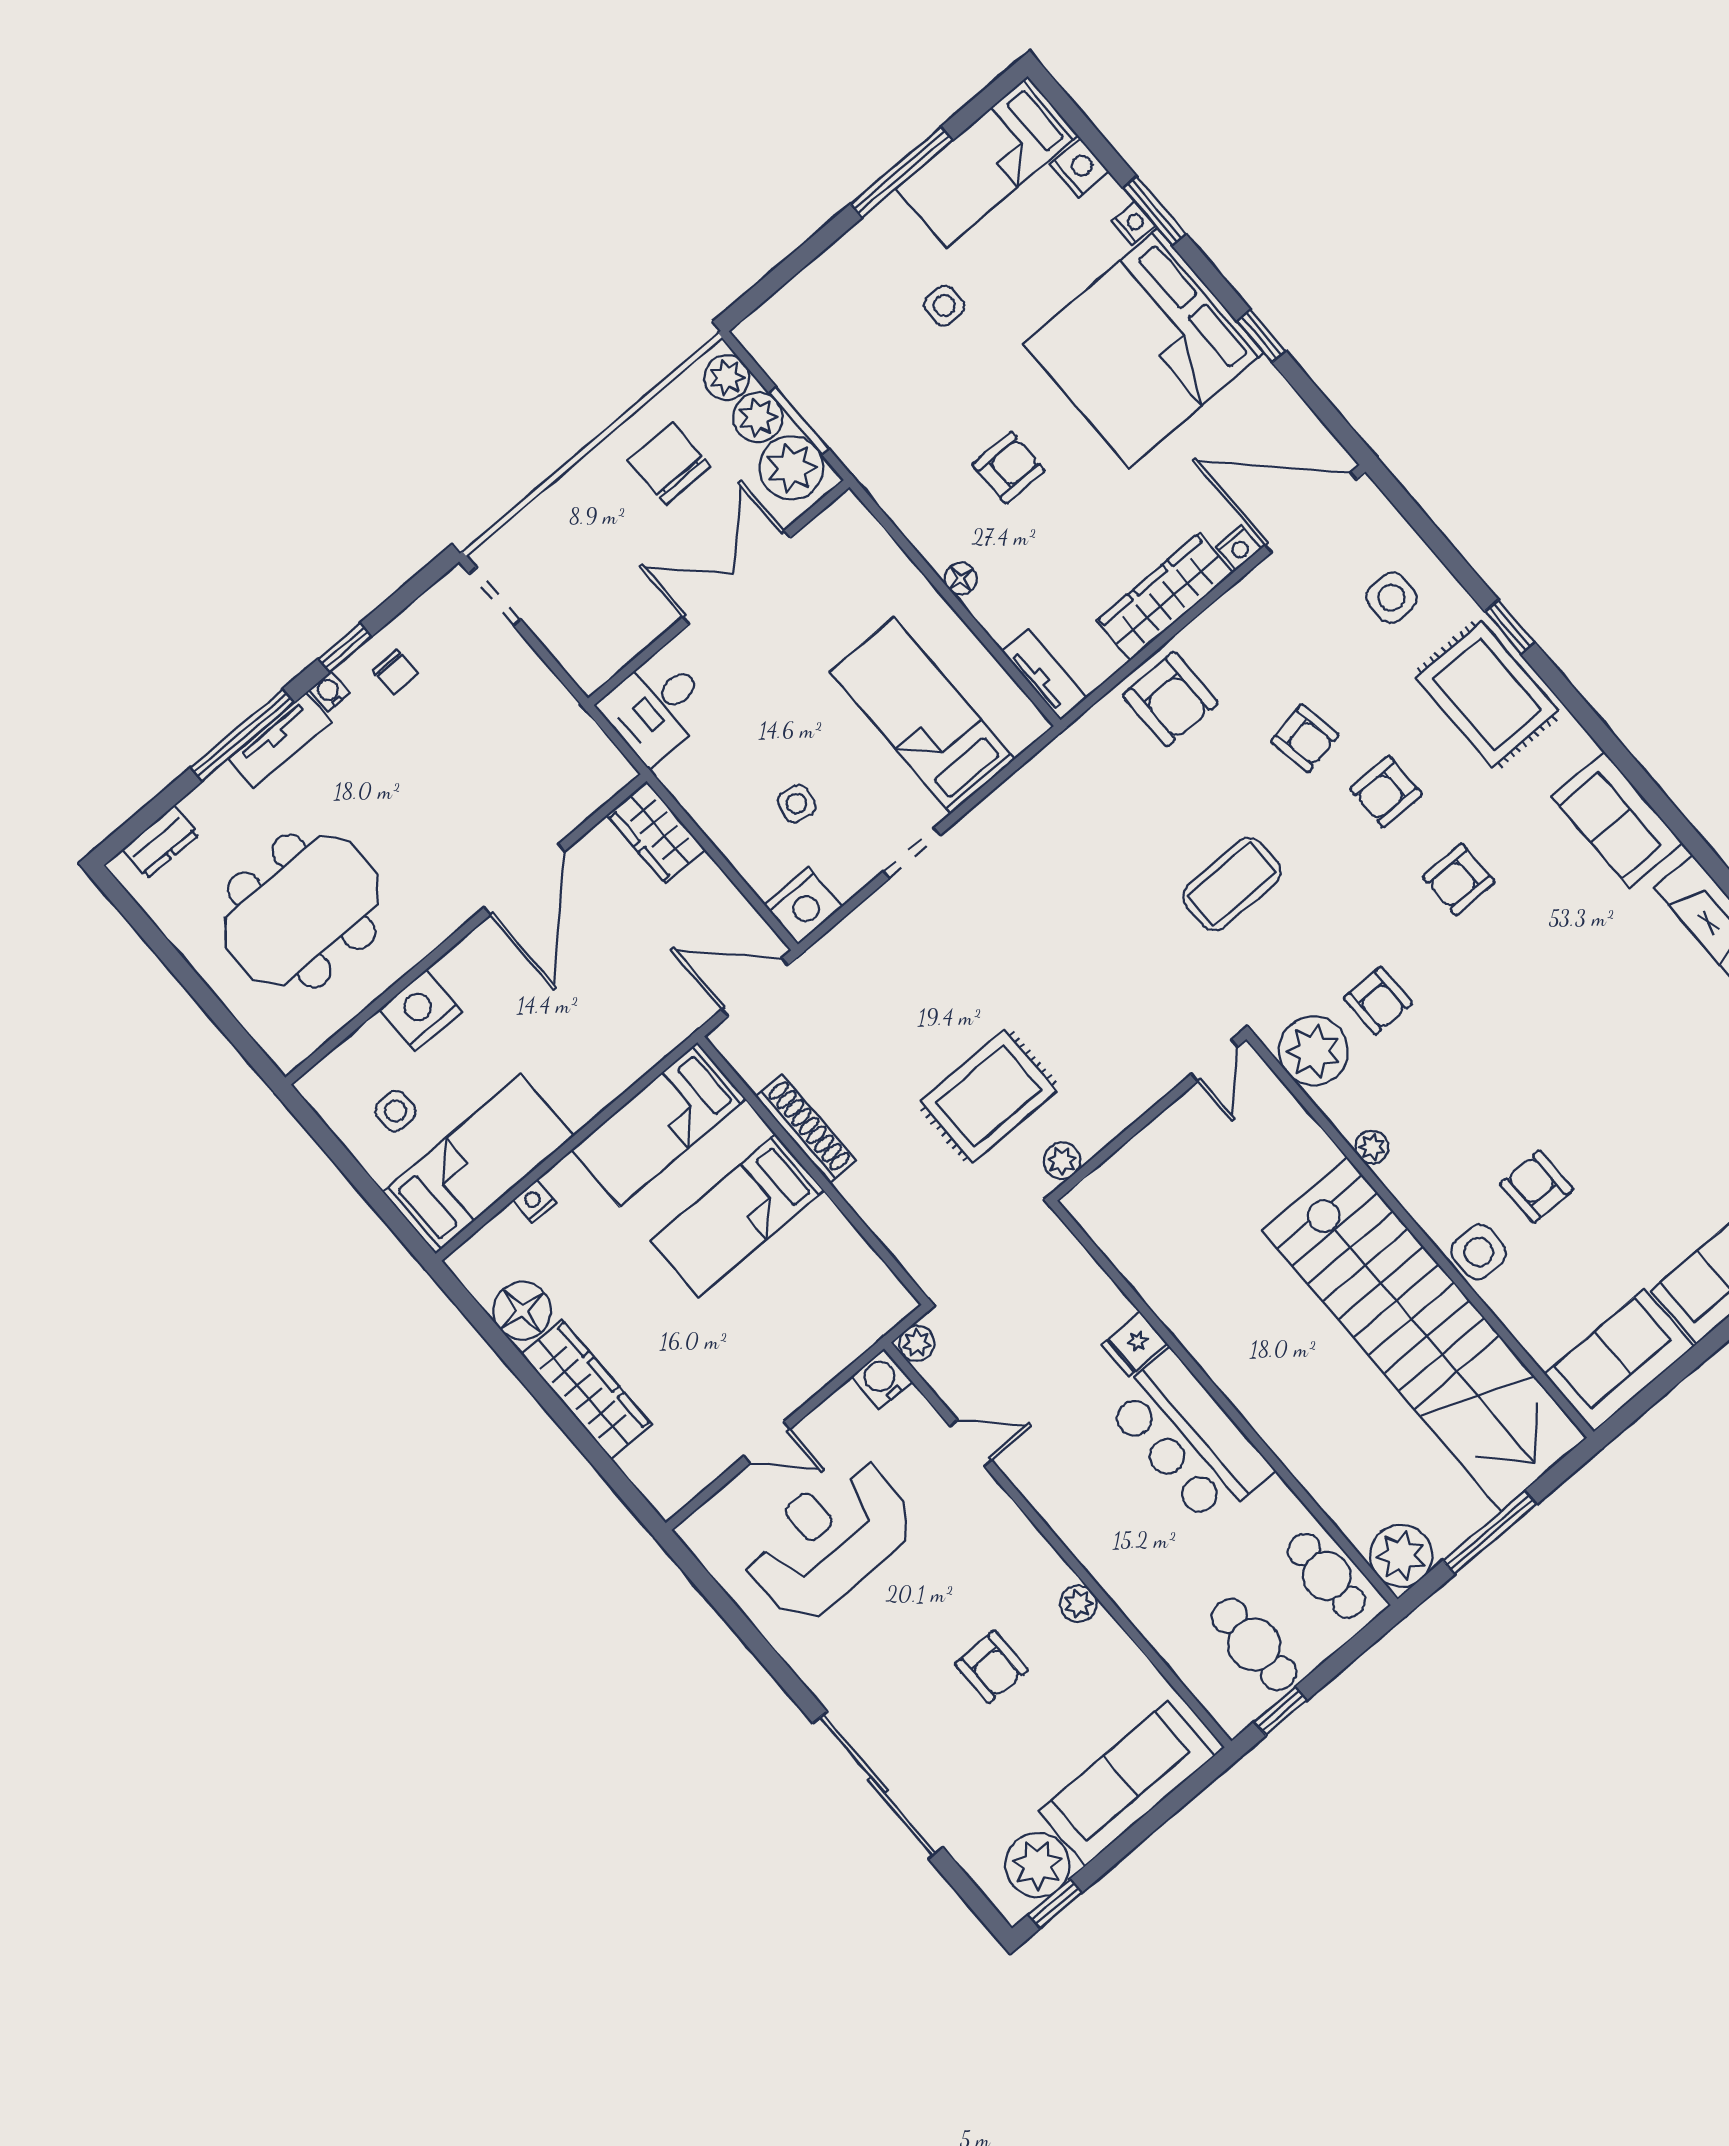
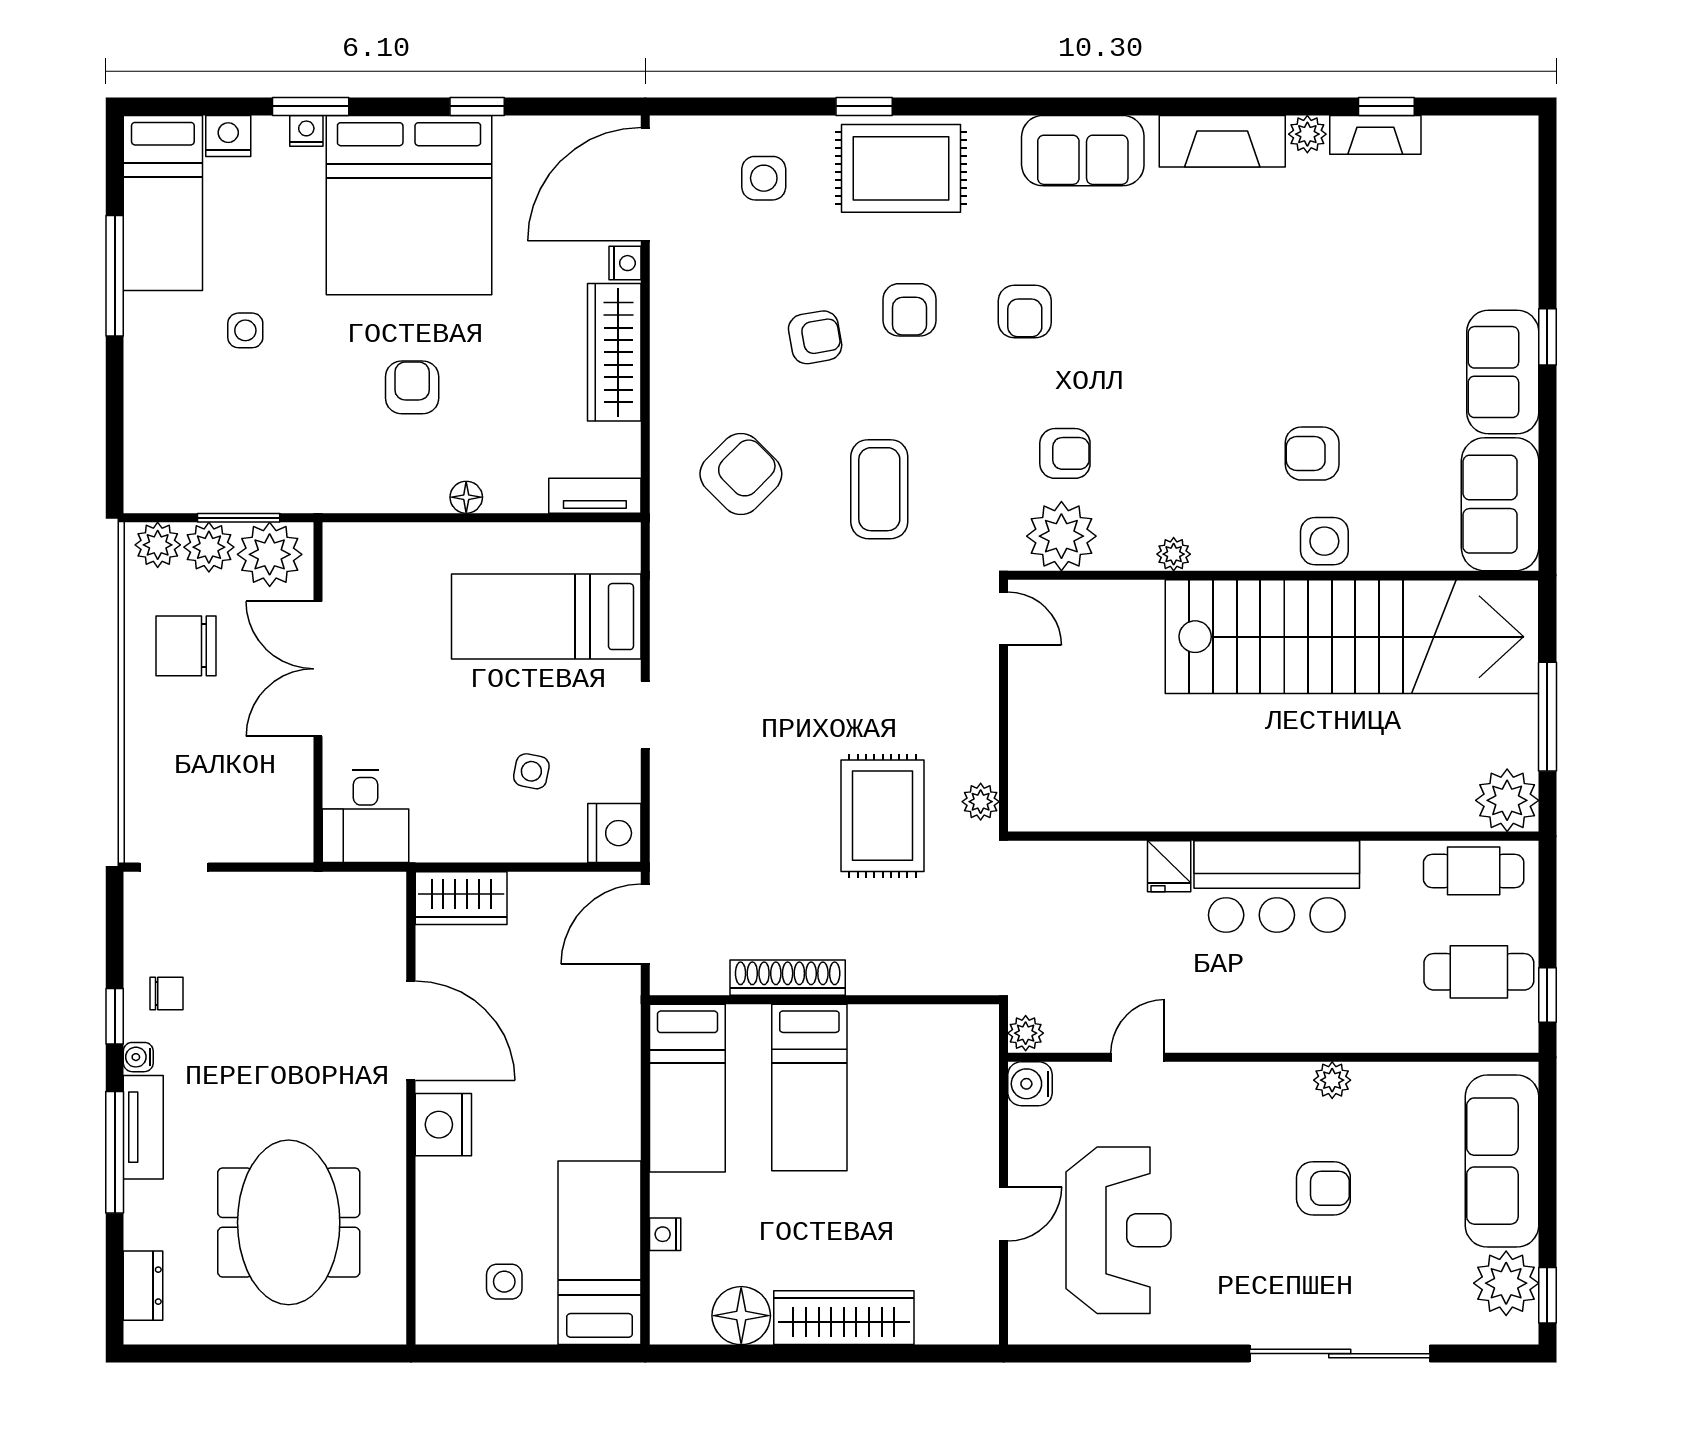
armchair: (1170, 699) -> (741, 474), moved, turned -45
nightstand: (420, 1010) -> (443, 1125), moved
reception desk: (828, 1540) -> (1118, 1230), turned 180

